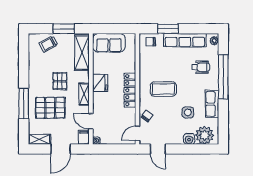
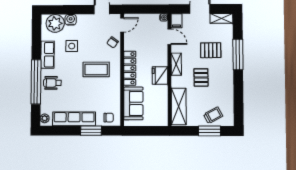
window: (64, 29) -> (209, 131), moved
sofa: (109, 43) -> (133, 103), moved, turned 90
wheelchair: (201, 67) -> (52, 83), moved
pallet: (50, 108) -> (211, 50), width x0.67, depth x0.71

